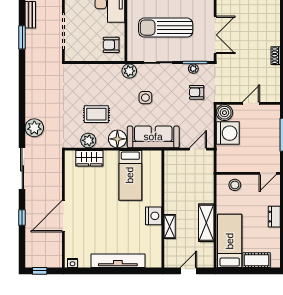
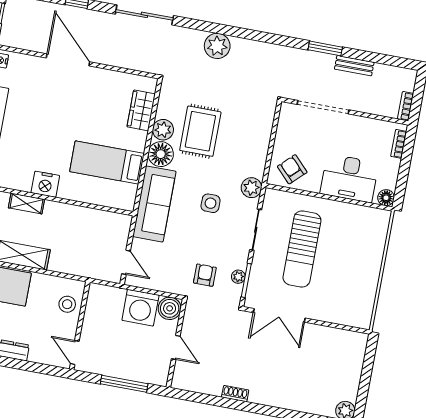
sun lounger: (166, 28) -> (302, 249), turned 180
armchair: (111, 45) -> (292, 169), turned -44
rug: (96, 114) -> (200, 131), width x1.36, depth x1.43
plant: (34, 128) -> (217, 46), moved
plant: (88, 140) -> (163, 130), moved

